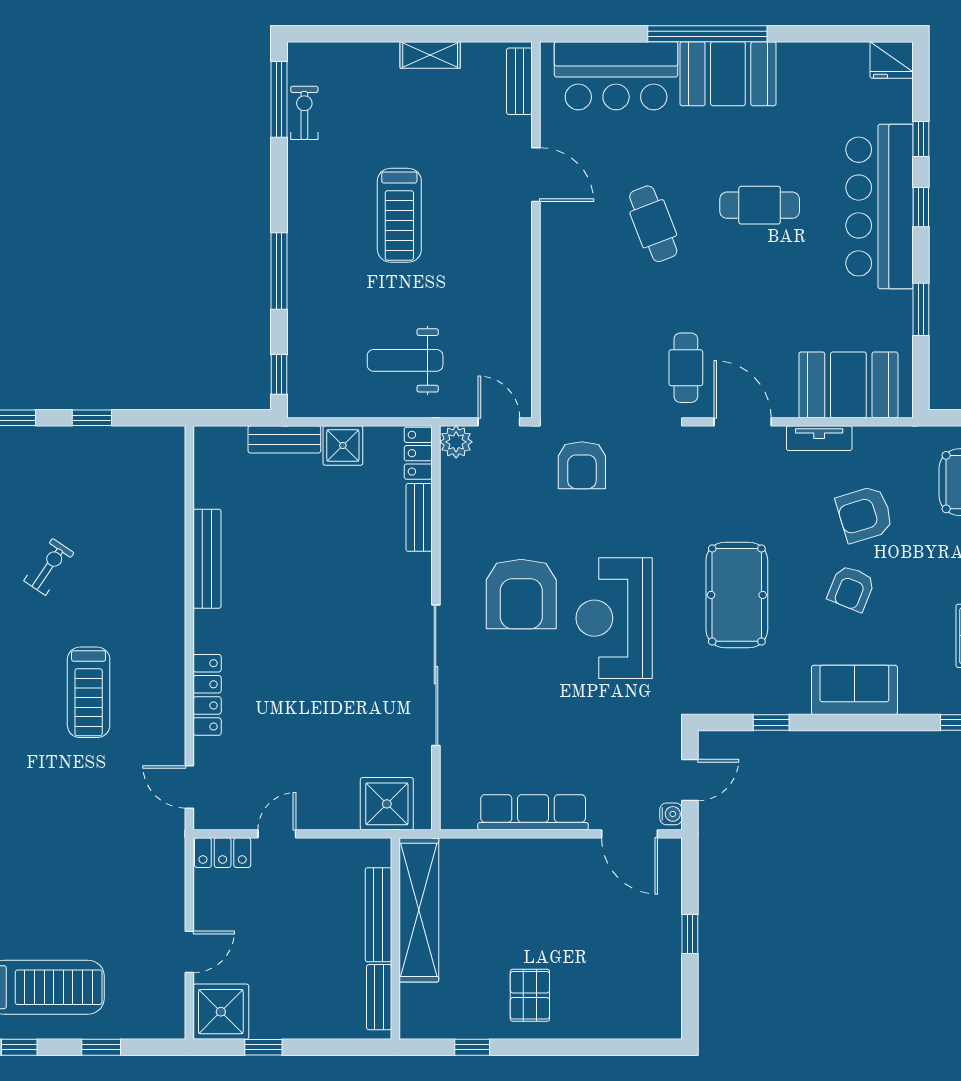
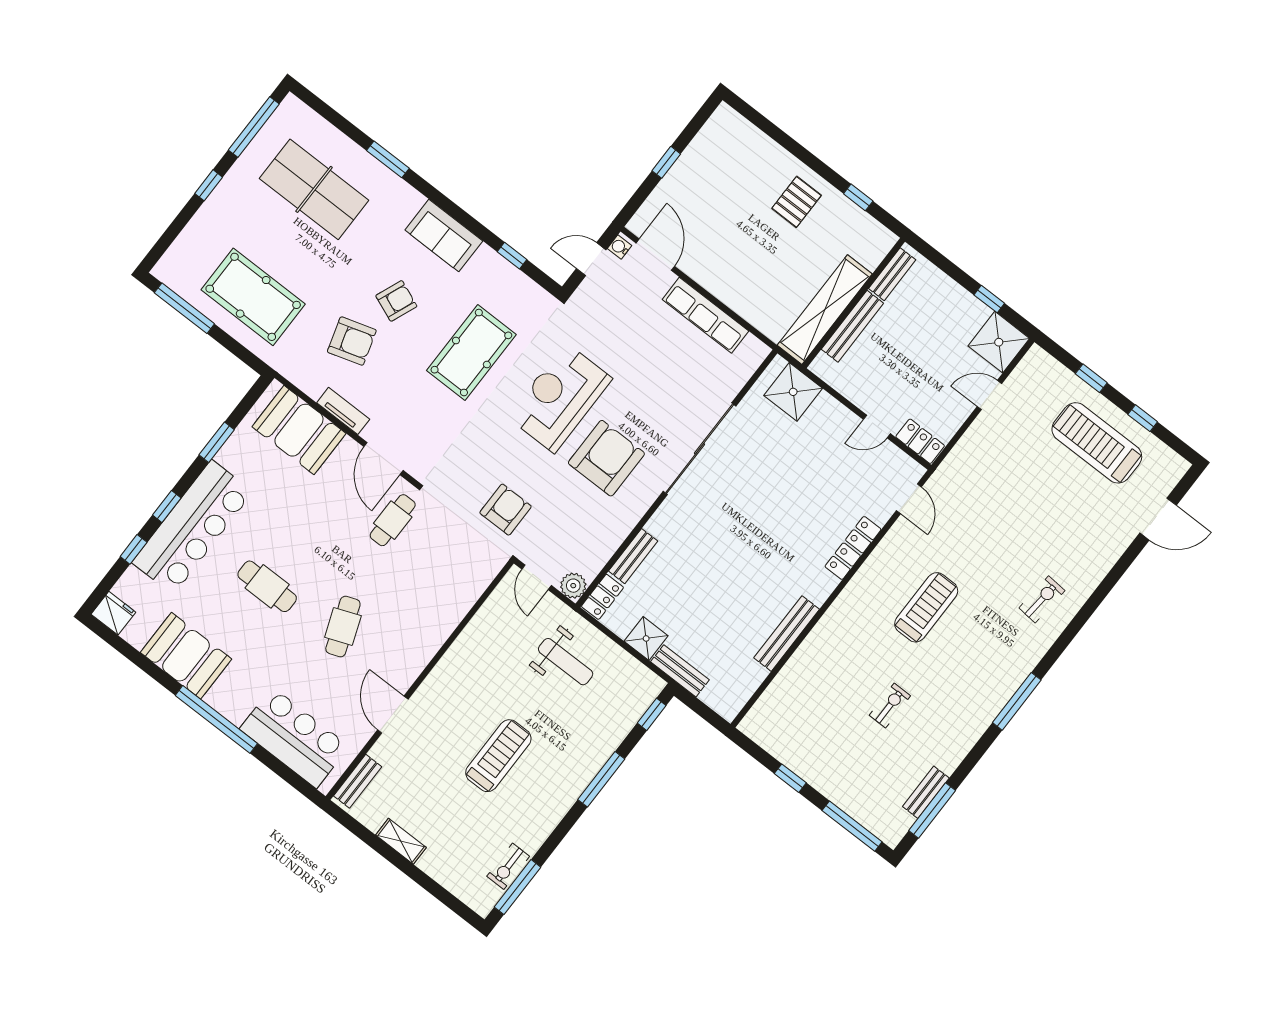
booth: (728, 74) -> (186, 656), moved
exercise bike: (49, 567) -> (890, 705), turned 146
reception desk: (614, 618) -> (560, 398), turned 180

